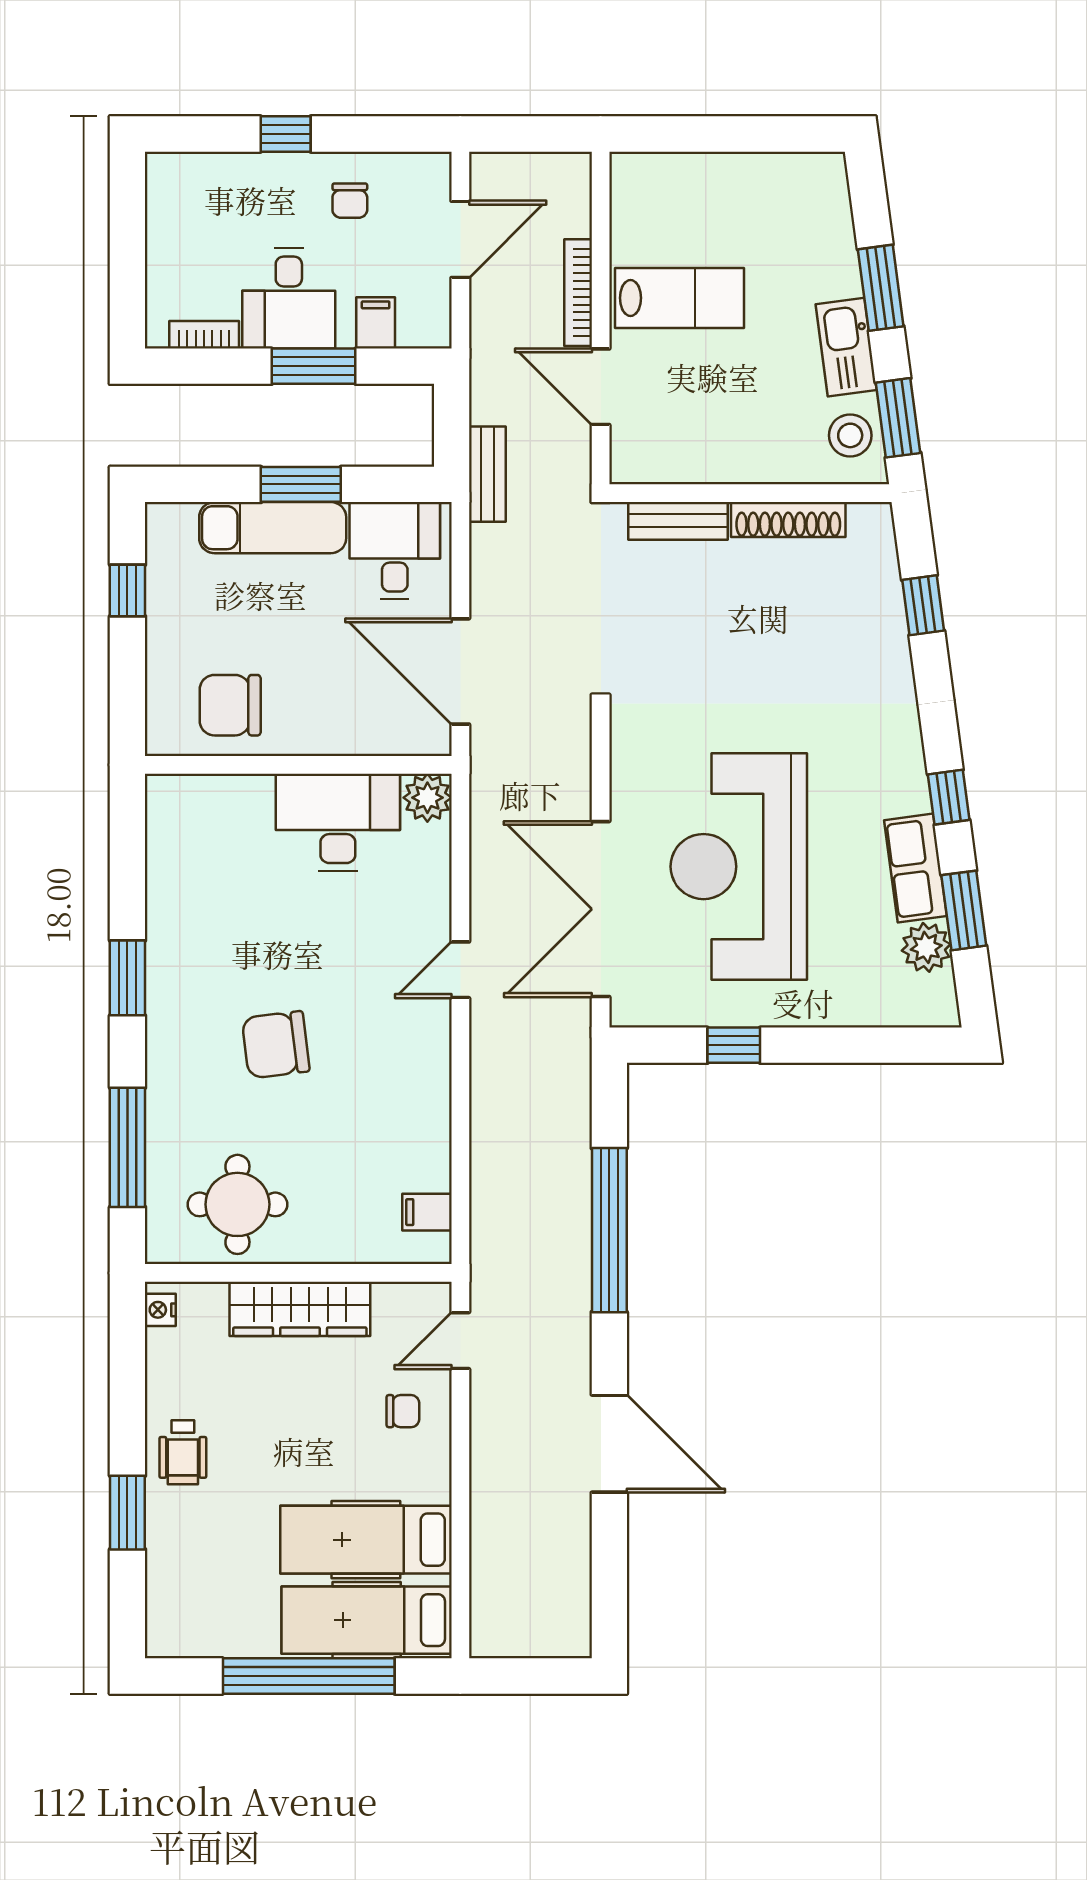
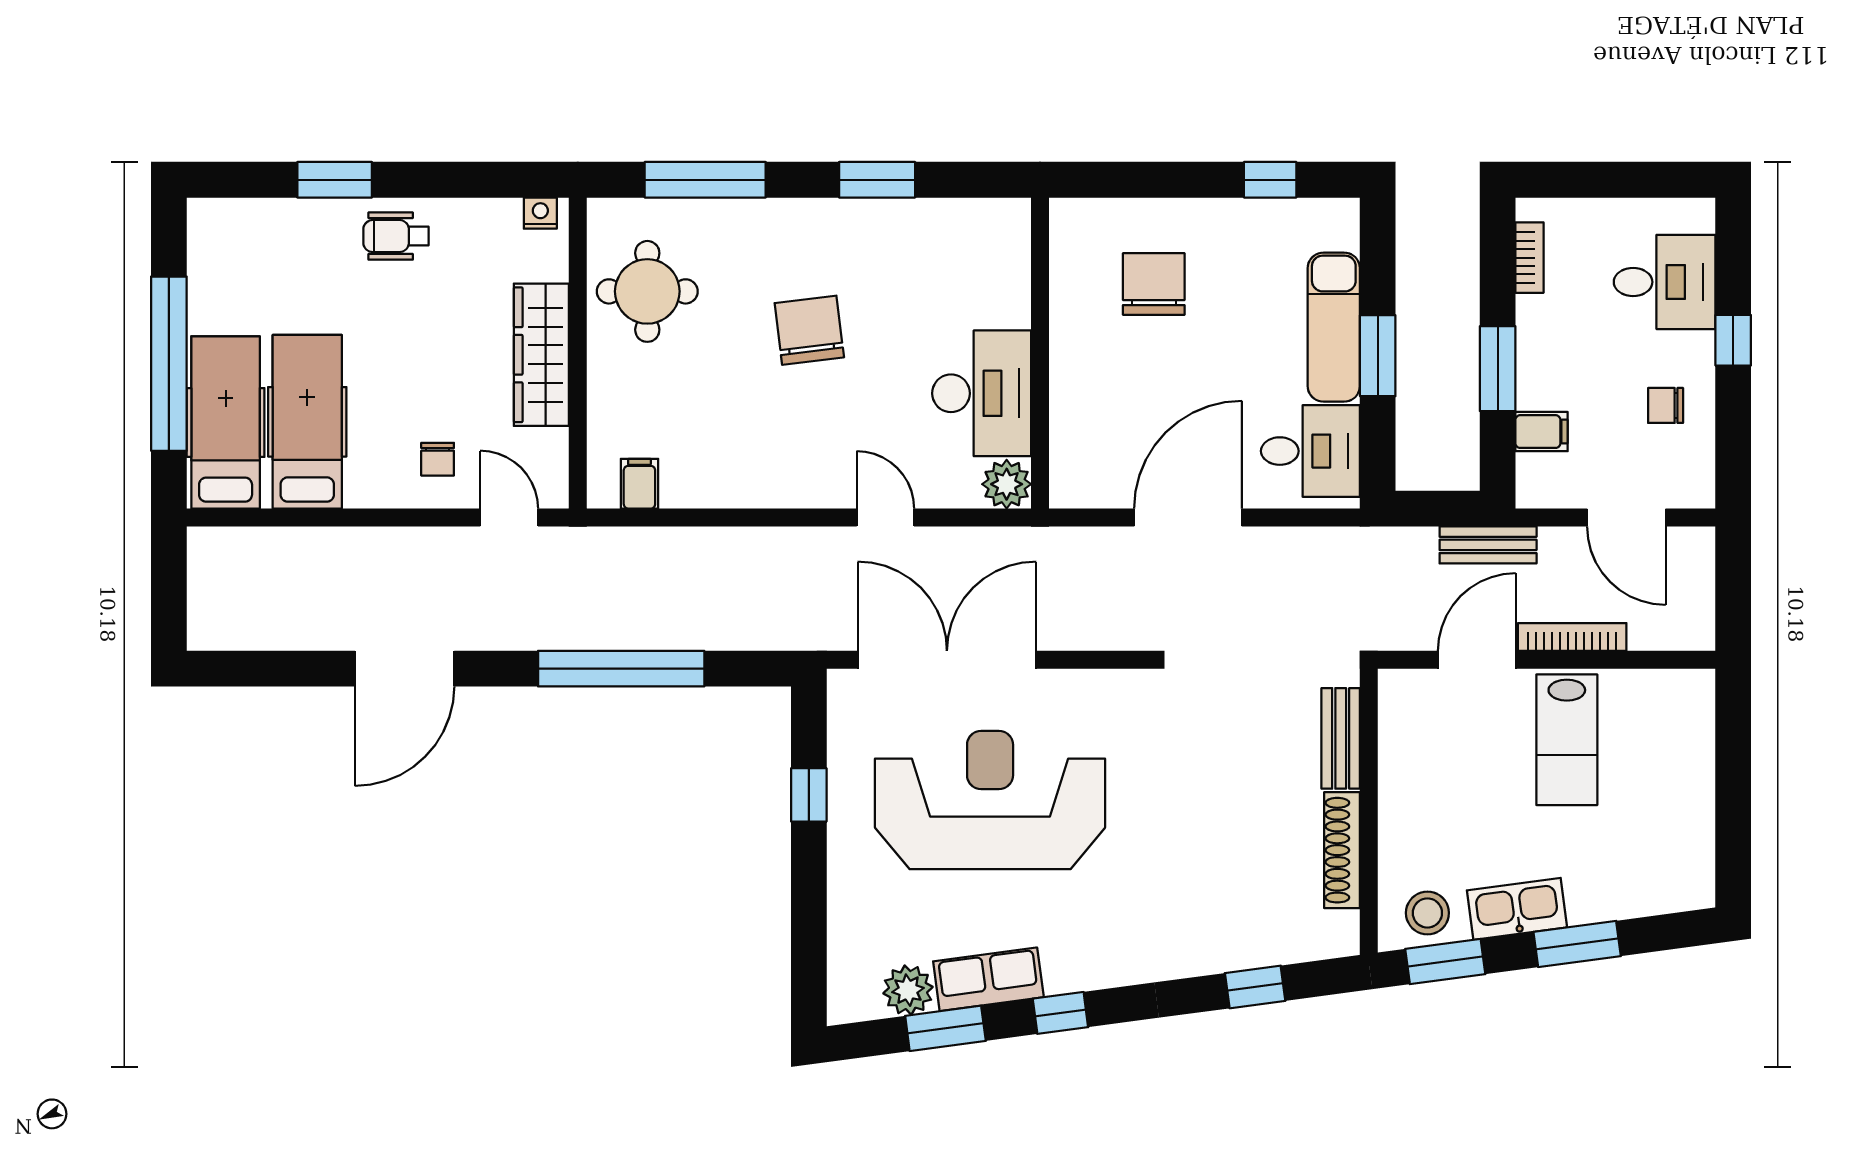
desk: (289, 299) -> (1665, 282), moved, turned 180
bench: (487, 474) -> (1488, 545), moved
wall: (298, 765) -> (1040, 353), moved
plant: (427, 798) -> (1007, 484), moved
desk: (338, 822) -> (982, 393), moved

